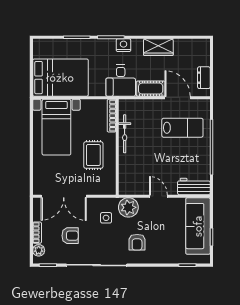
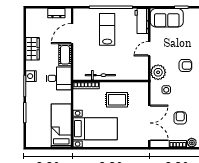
bed: (60, 78) -> (61, 125), width x0.67
lab bench: (182, 128) -> (107, 29), moved
sofa: (198, 226) -> (167, 18), width x0.73

